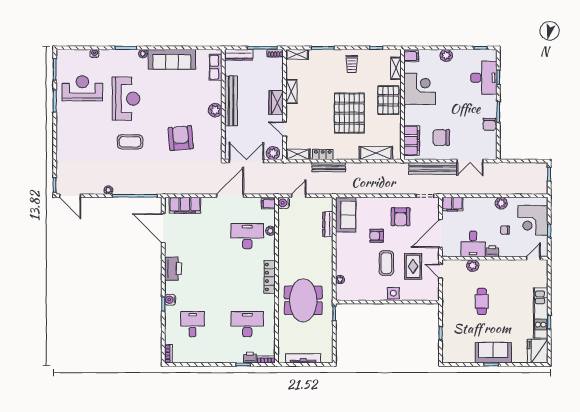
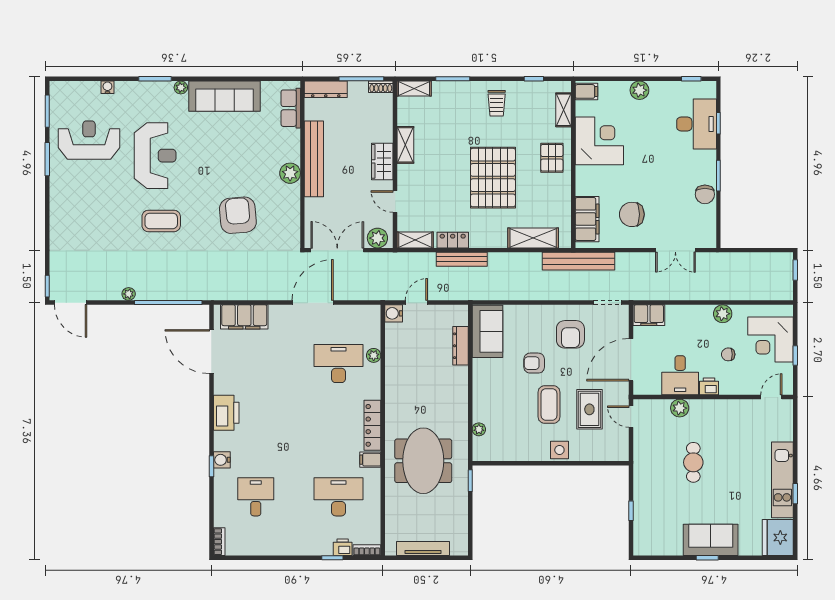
pallet: (388, 100) -> (552, 158), width x0.67, depth x0.71
bench: (433, 168) -> (578, 261), moved
filing cabinet: (268, 204) -> (370, 460), moved

